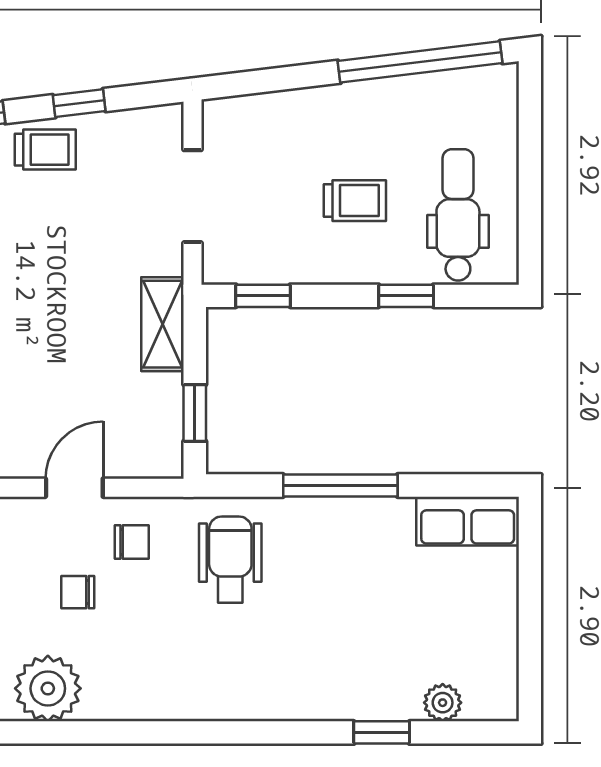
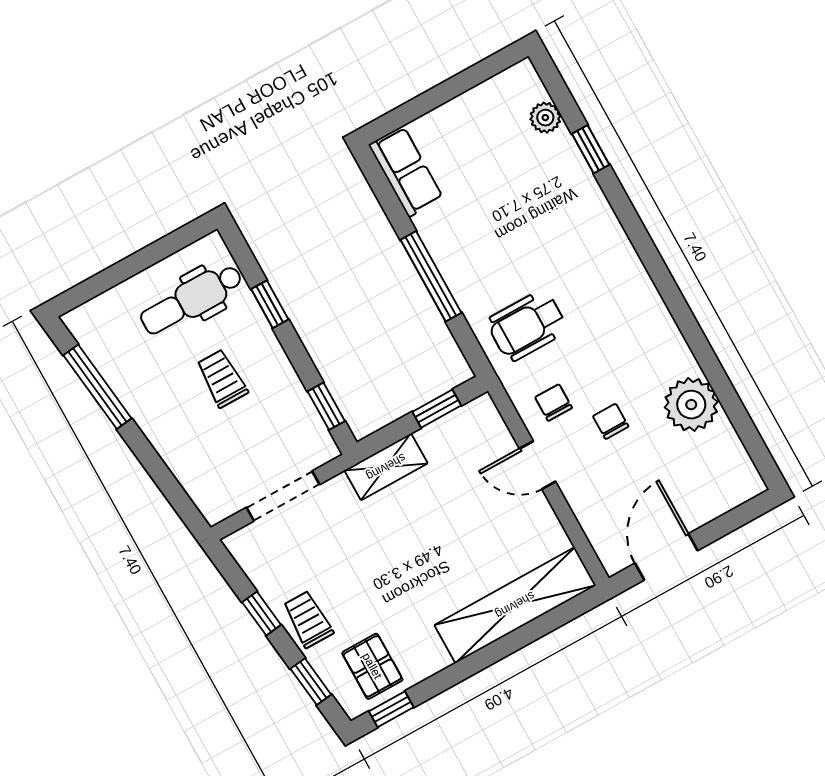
window: (420, 62) -> (97, 387), width x0.68
chair: (78, 592) -> (611, 421), turned 180

